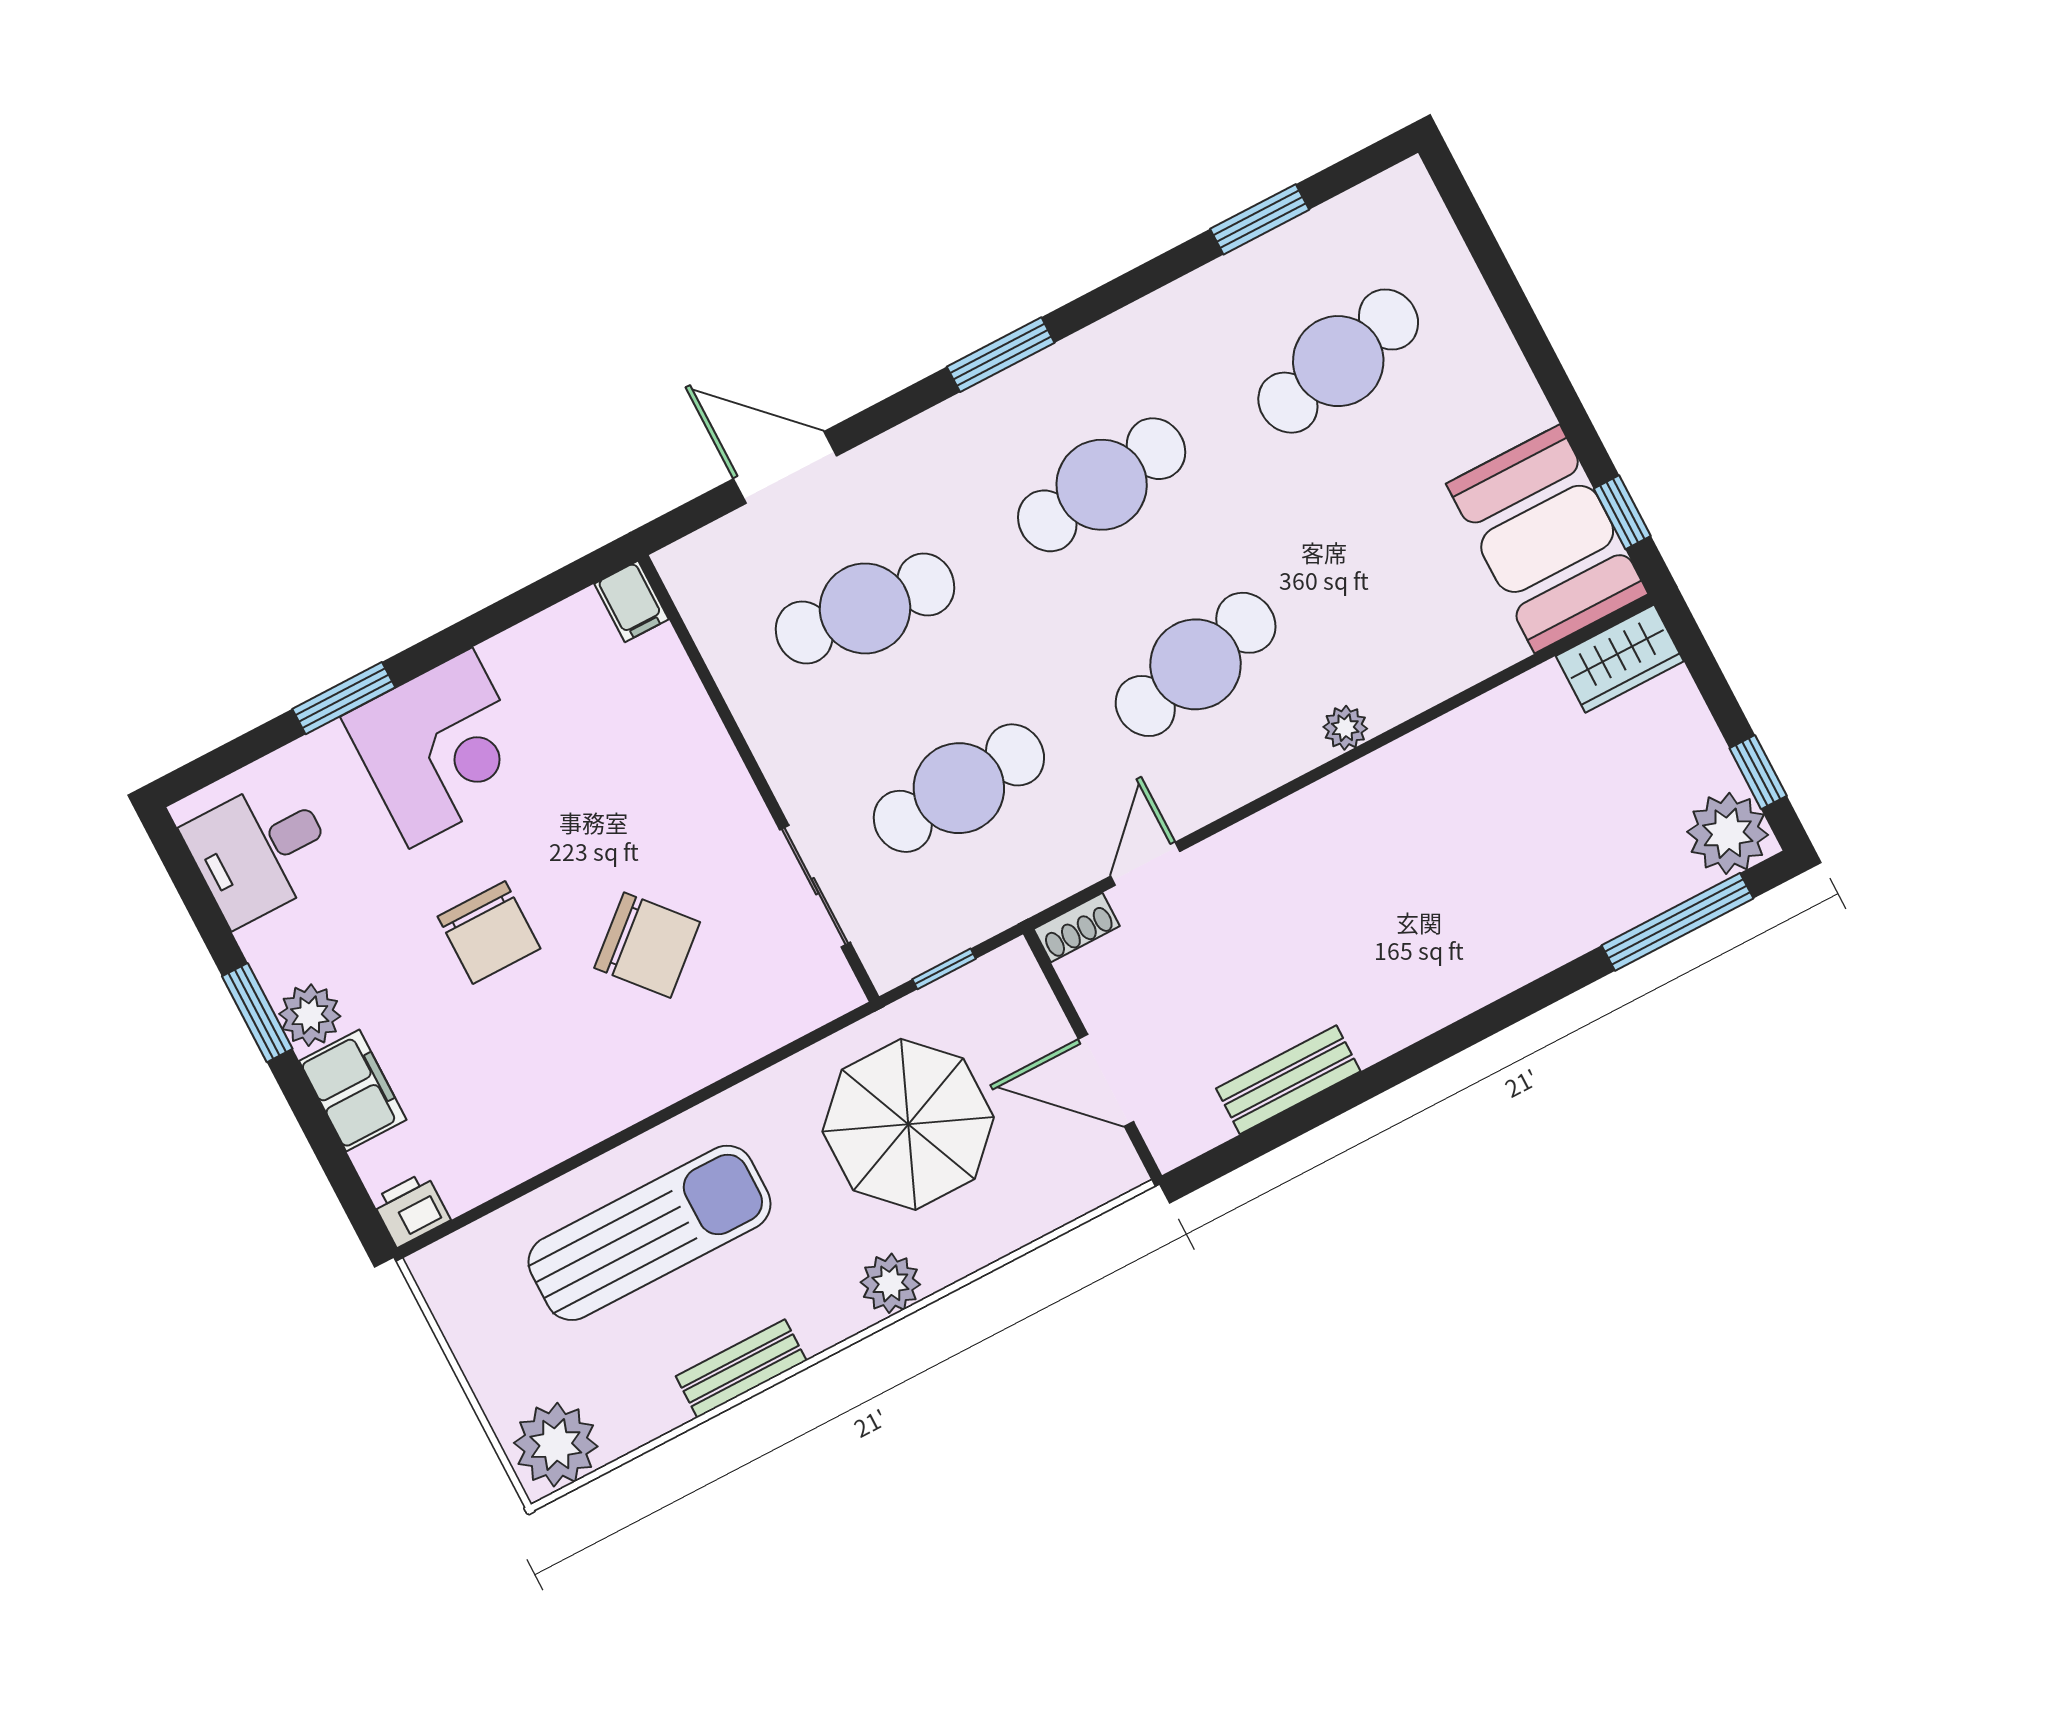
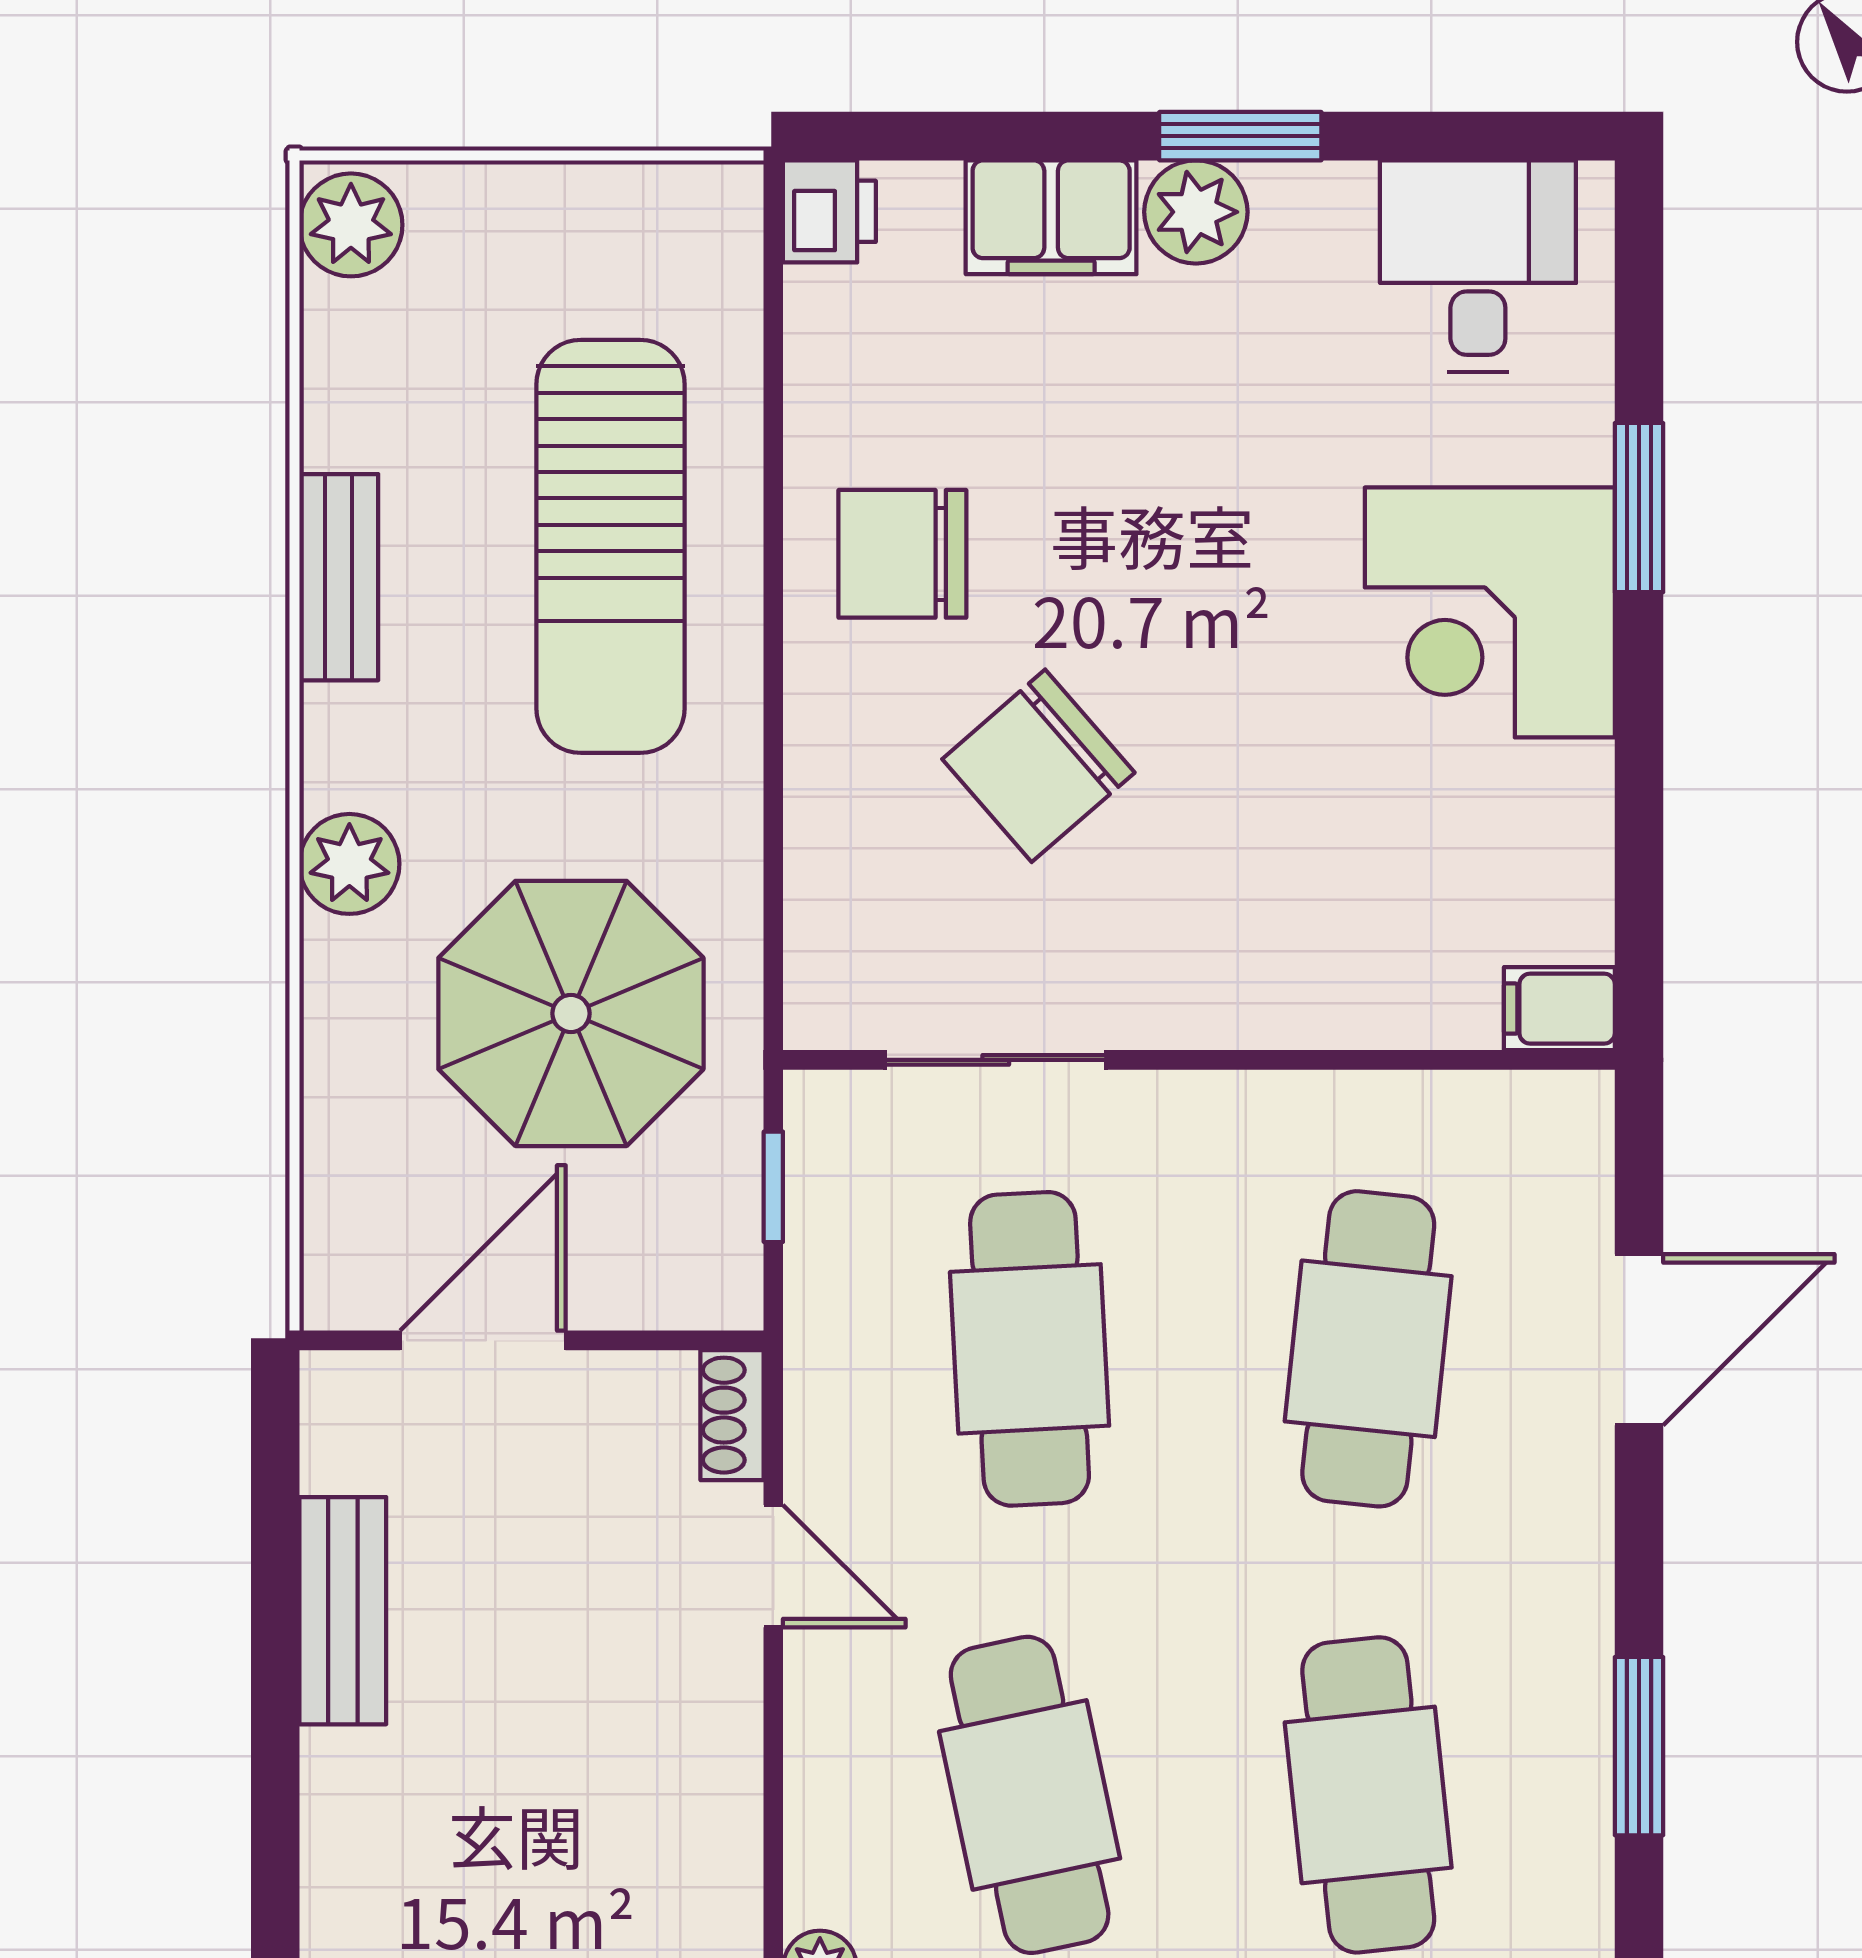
chair: (489, 932) -> (902, 554), moved
plant: (556, 1445) -> (351, 225), width x0.73, depth x0.73

